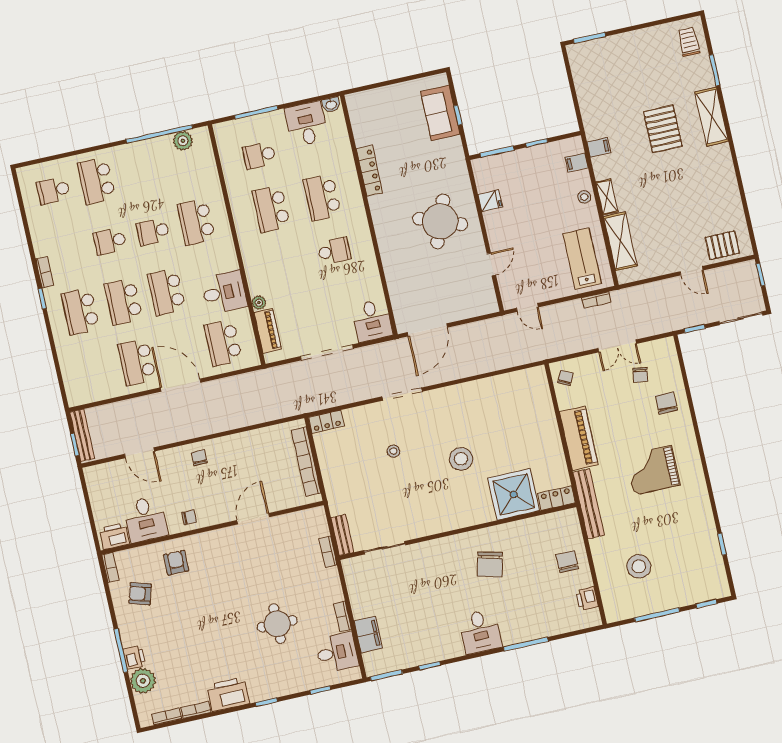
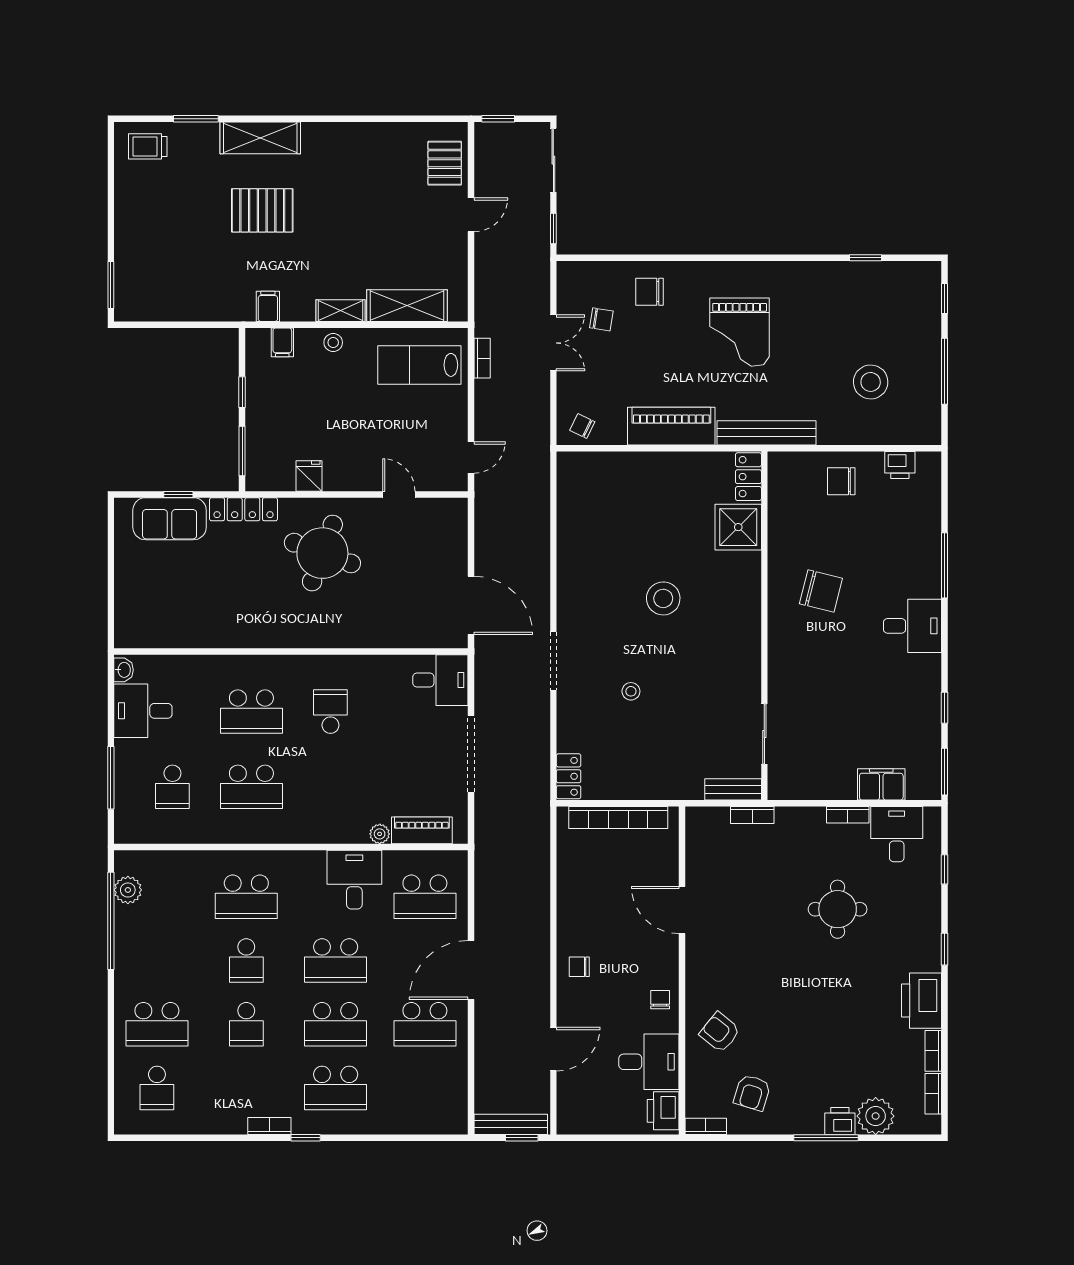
locker: (369, 171) -> (243, 509), moved, turned 180
shower: (514, 494) -> (738, 527), width x0.73, depth x0.73
armchair: (176, 563) -> (720, 1032), turned 39

